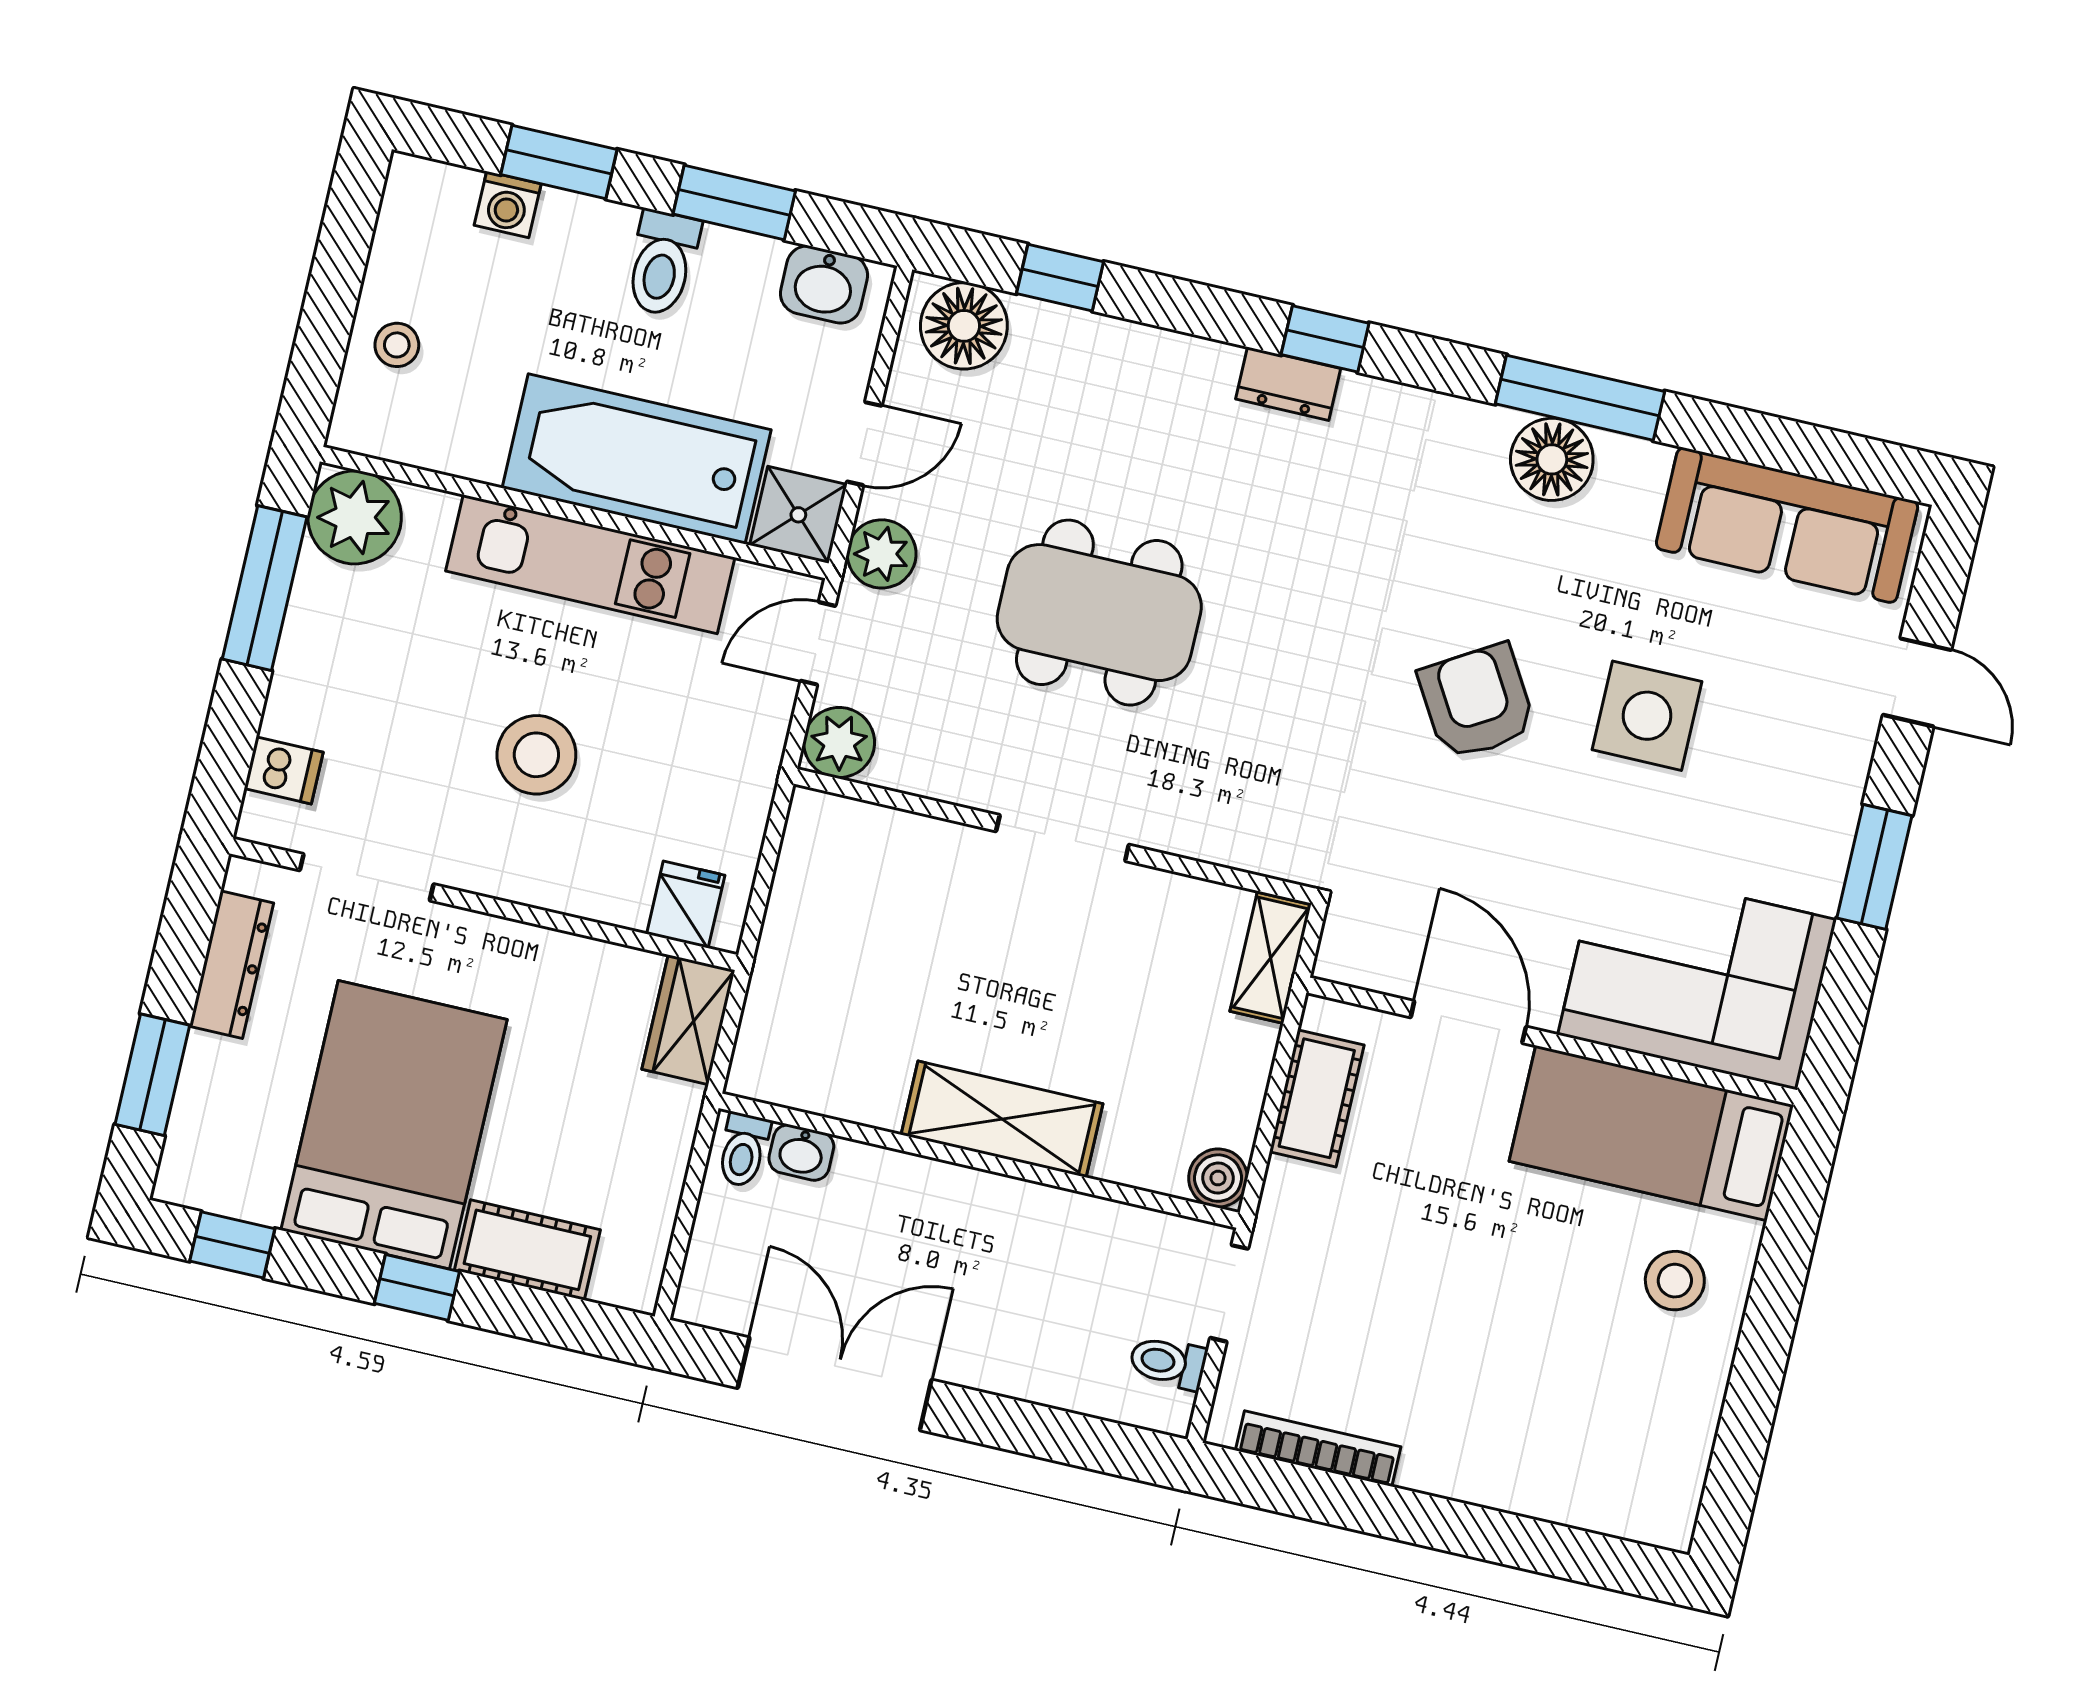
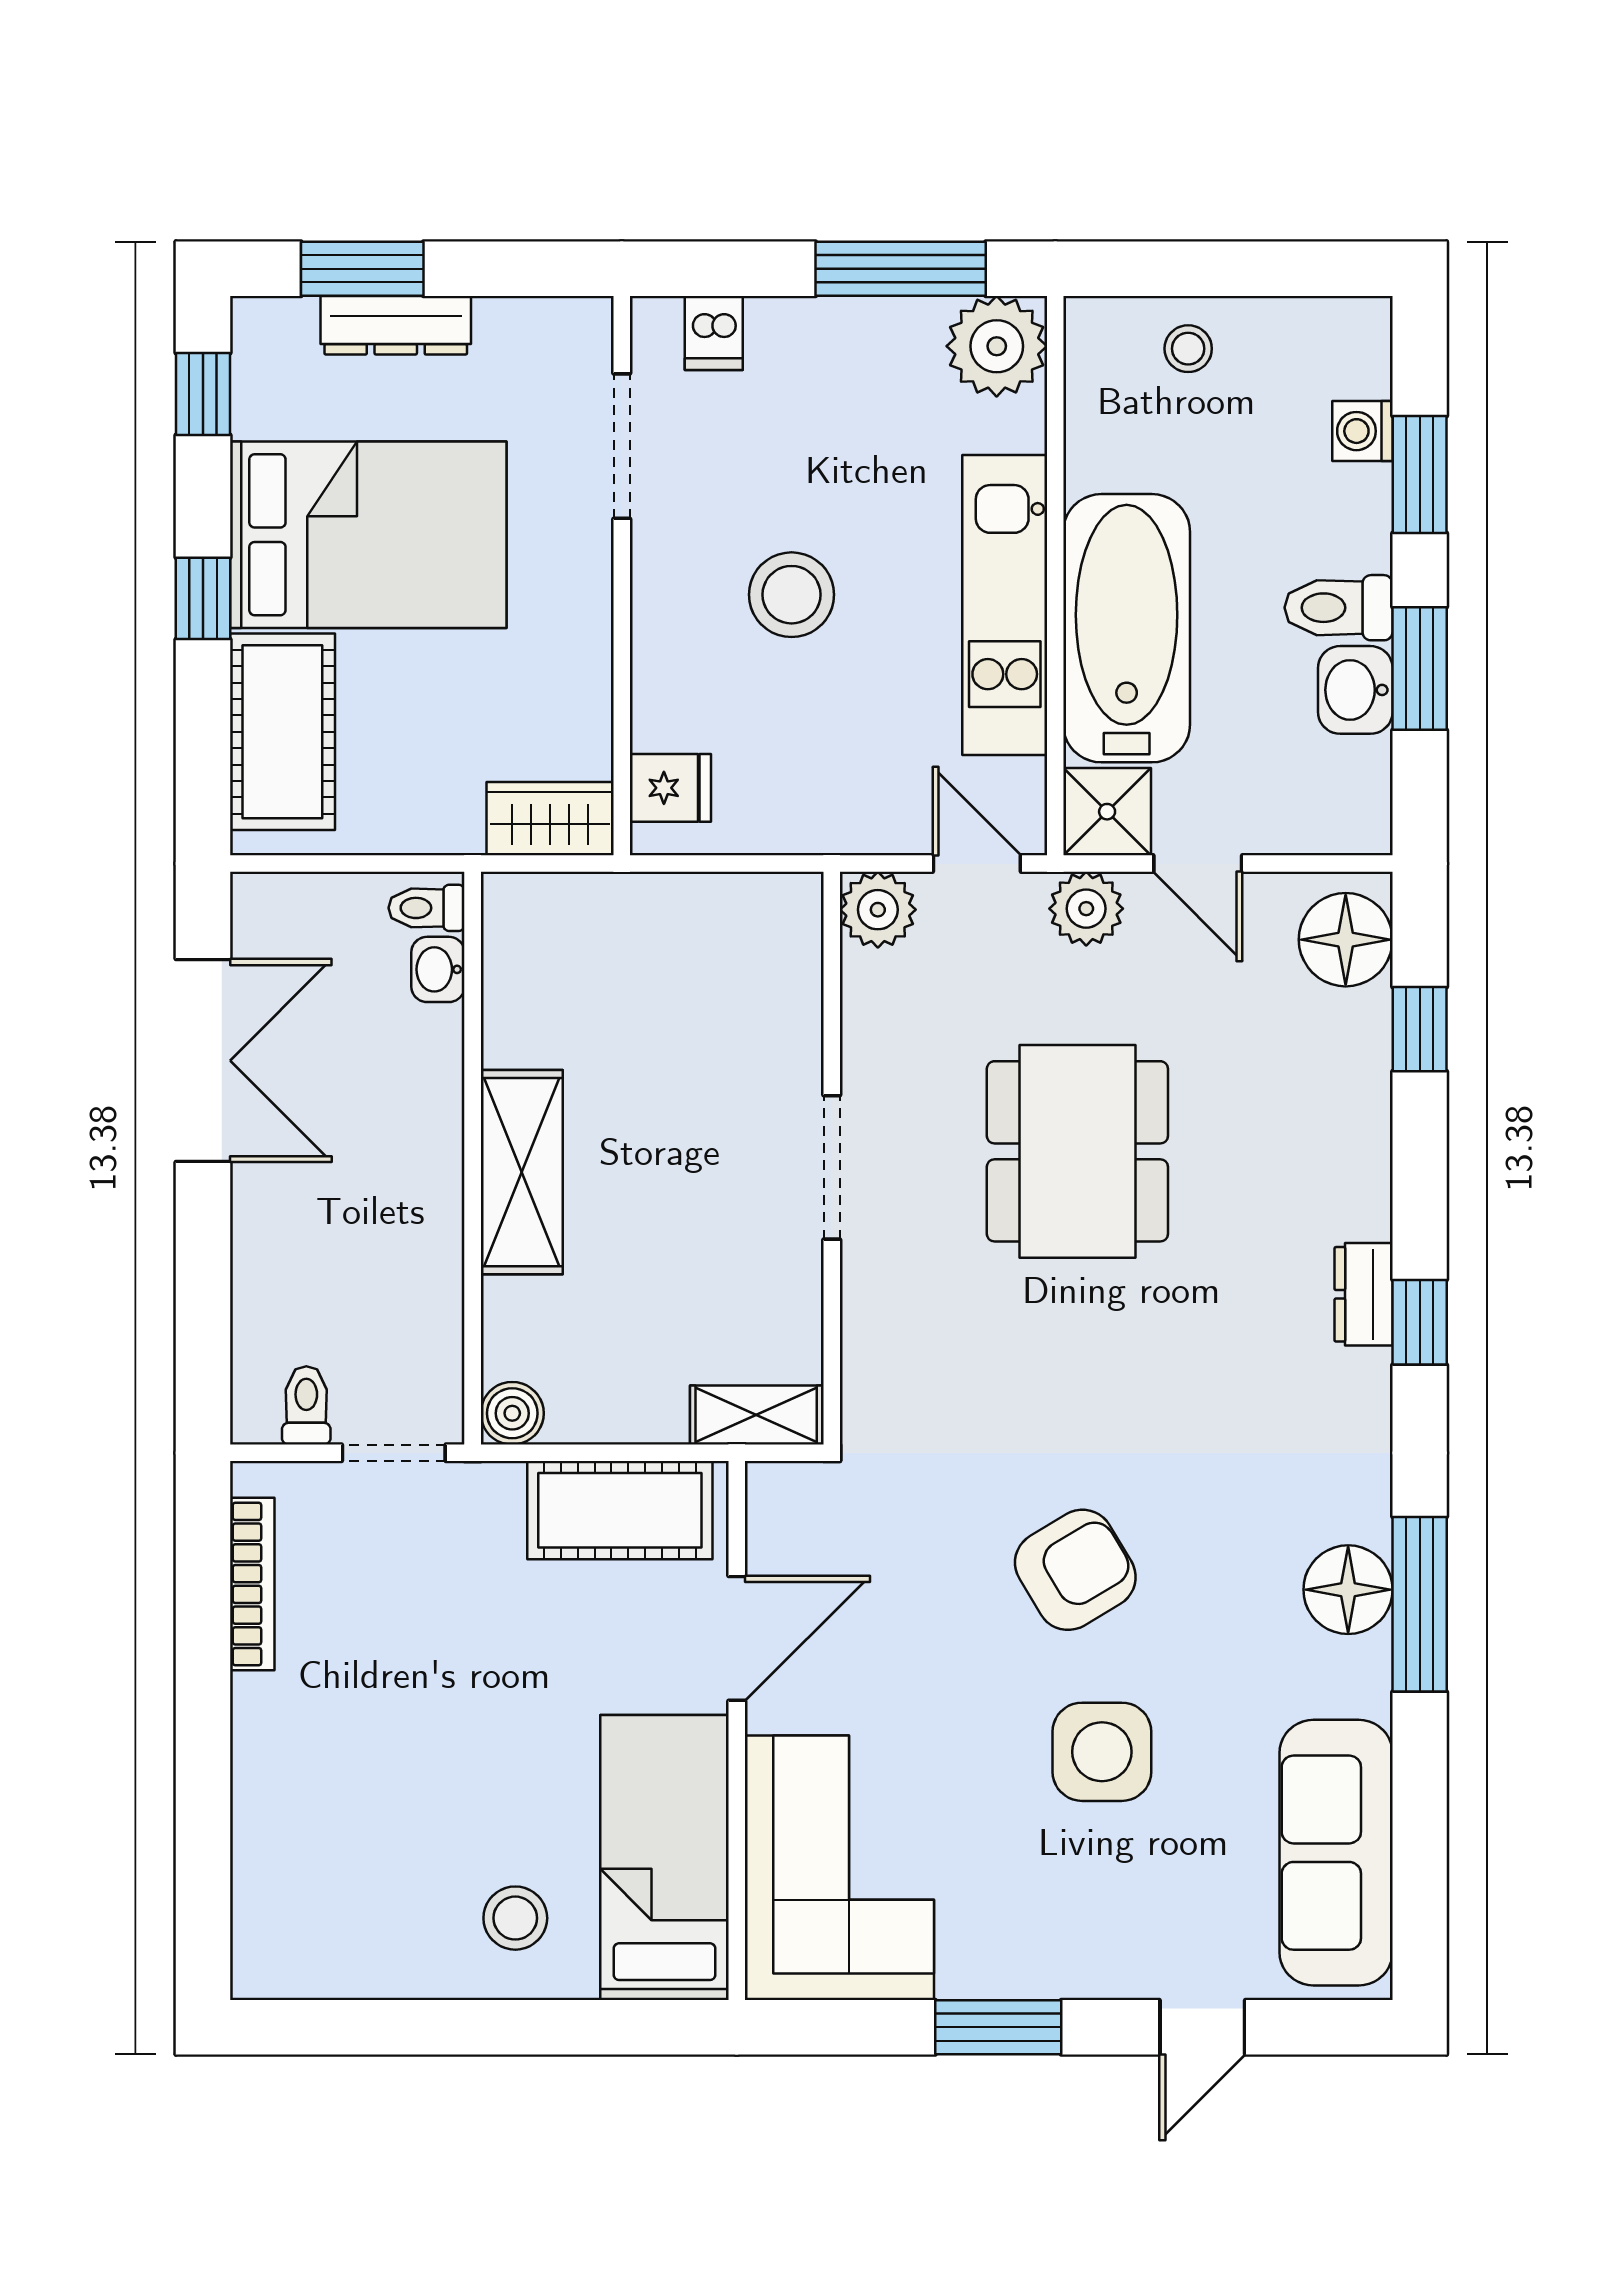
washbasin: (824, 284) -> (1355, 690), moved
dresser: (231, 965) -> (396, 325), moved
cot: (1317, 1098) -> (620, 1510), width x1.37, depth x1.34
cot: (527, 1250) -> (282, 732), width x1.37, depth x1.34

